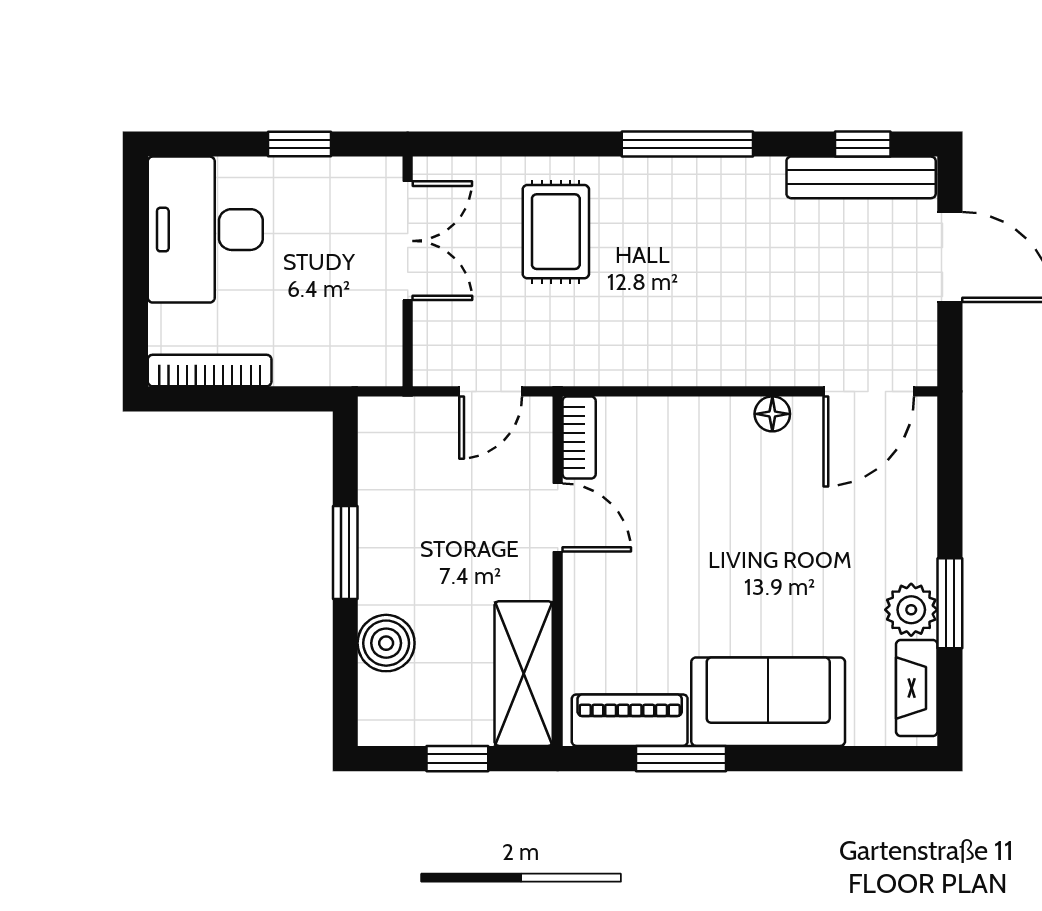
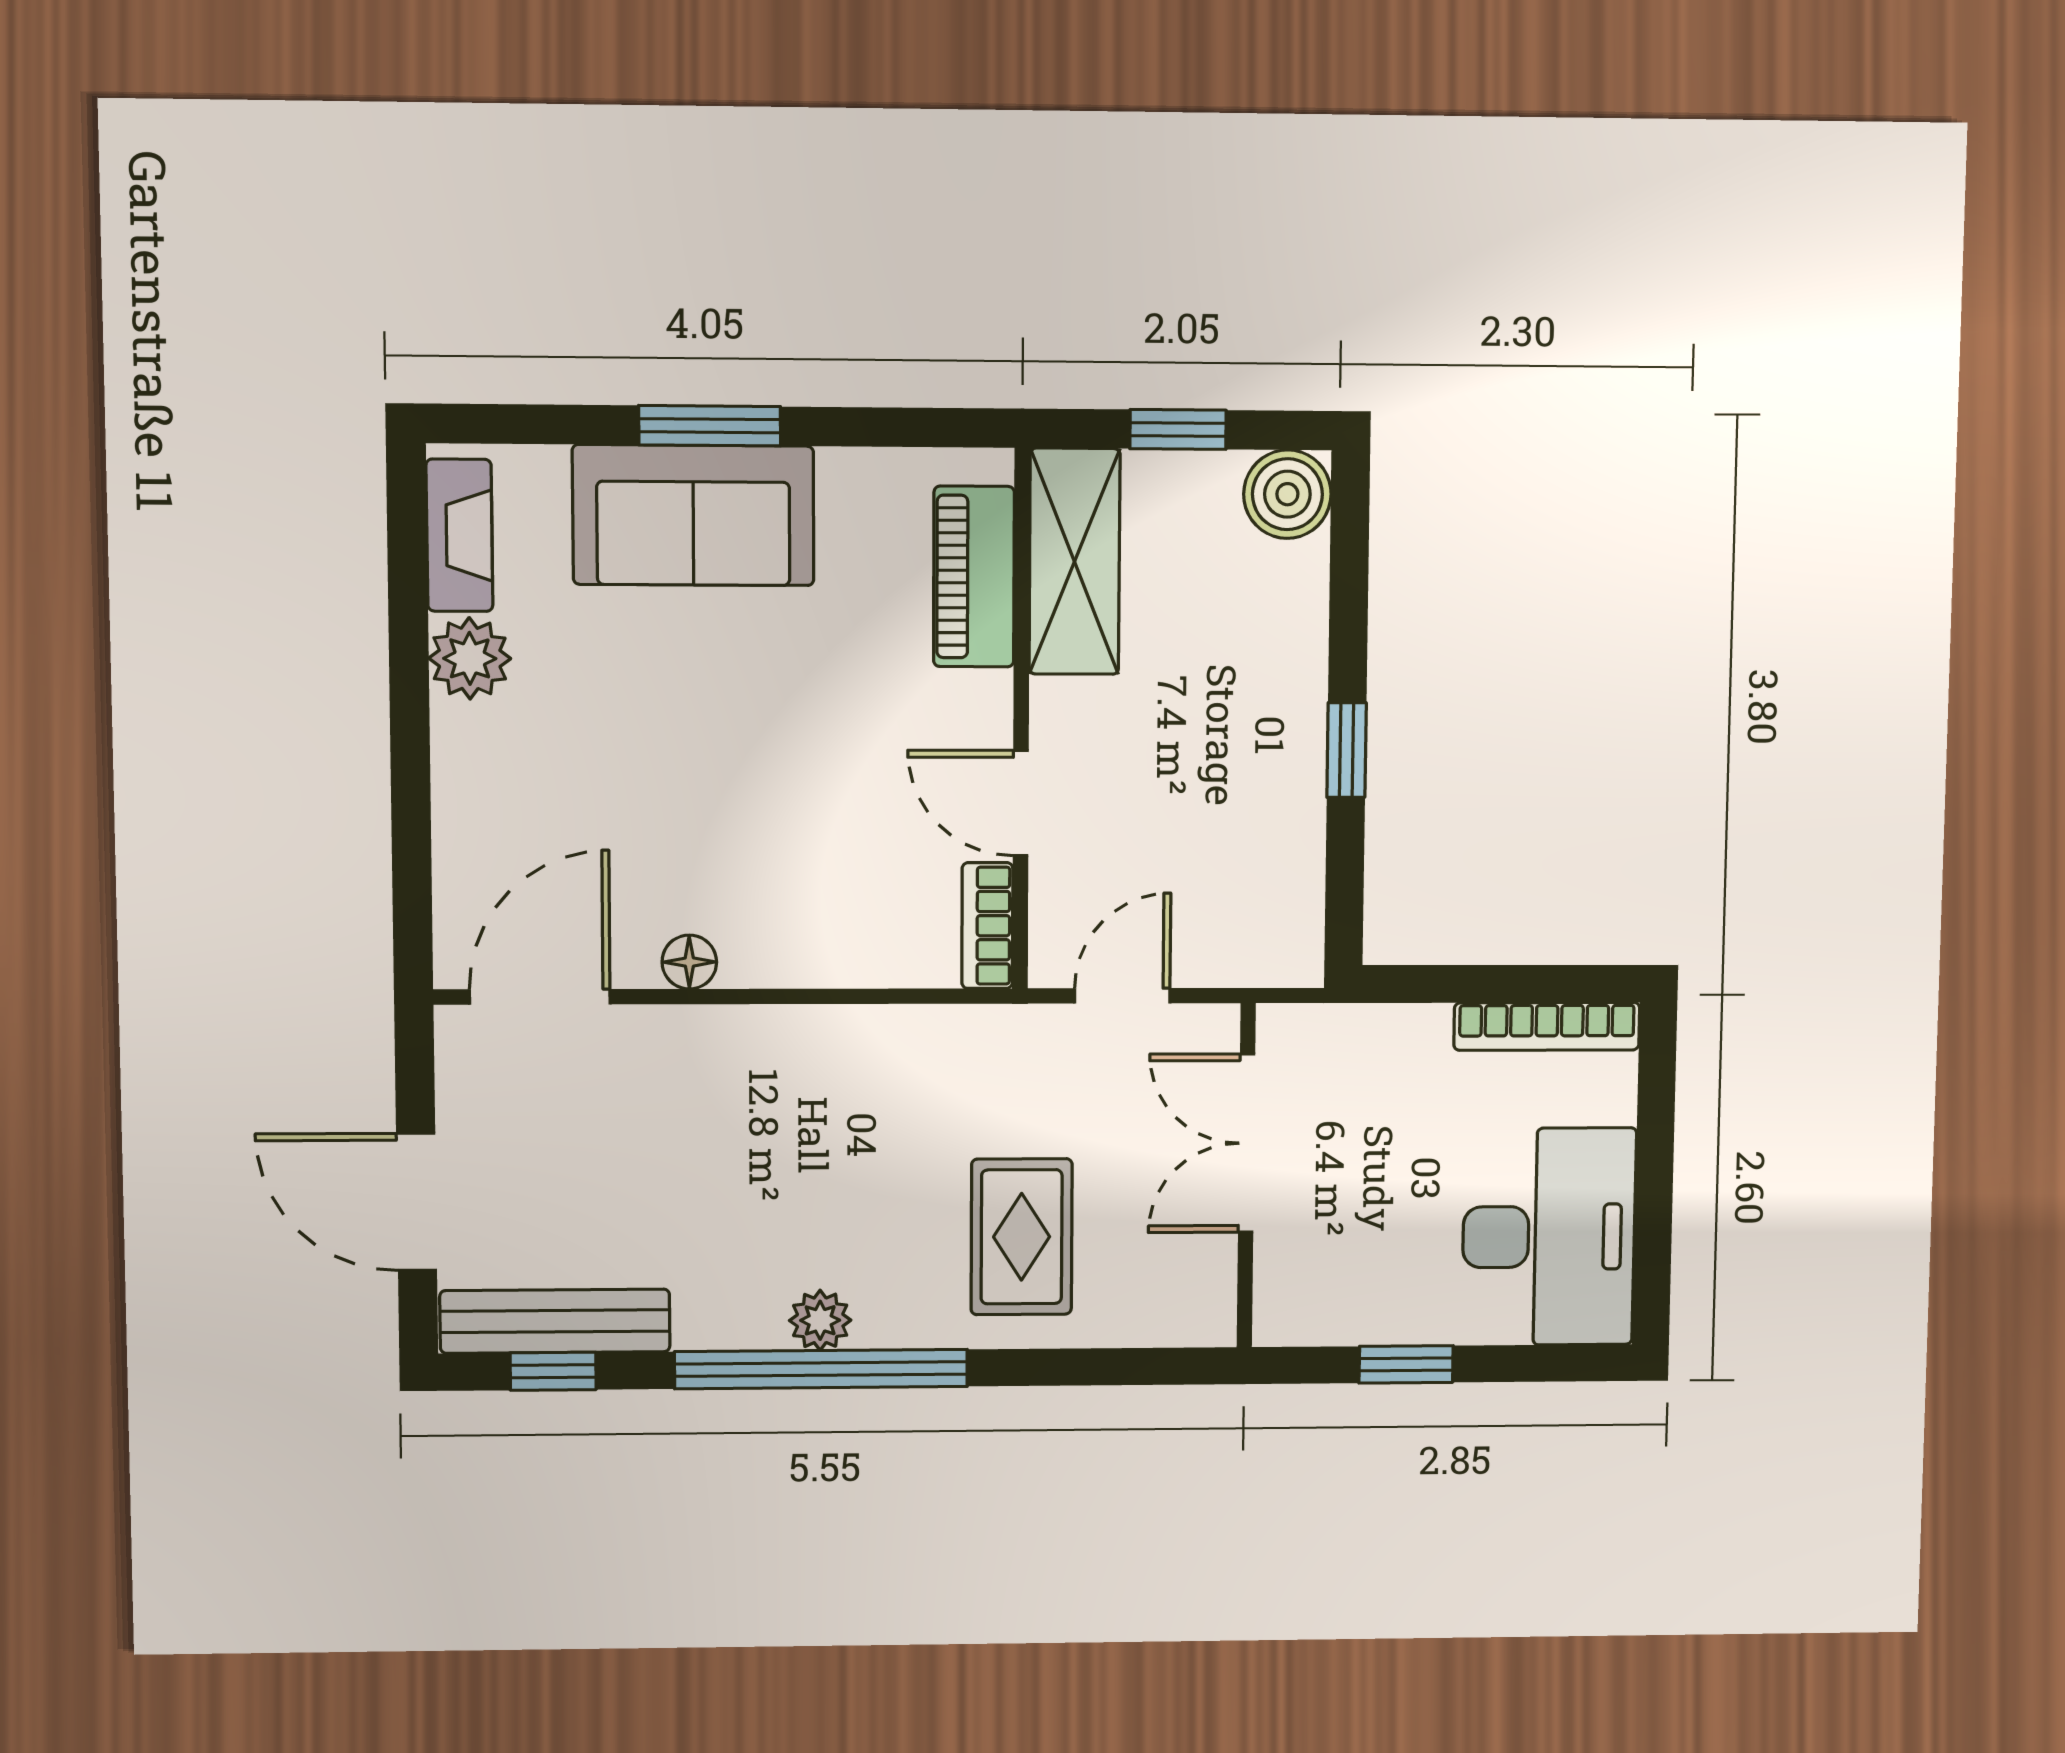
window: (687, 144) -> (821, 1369), width x1.46
plant: (688, 177) -> (820, 1320), added
double door: (408, 241) -> (1247, 1143), moved
window: (345, 552) -> (1347, 750), width x0.67
window: (950, 603) -> (409, 668), removed
boiler: (386, 643) -> (1287, 494), moved
piano: (630, 720) -> (974, 577), moved, turned 90
window: (681, 759) -> (710, 426), moved

